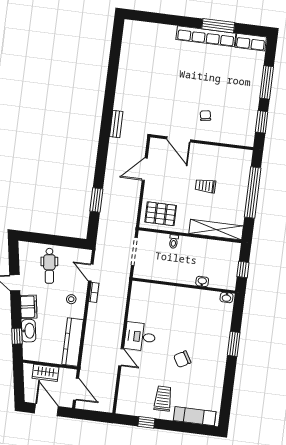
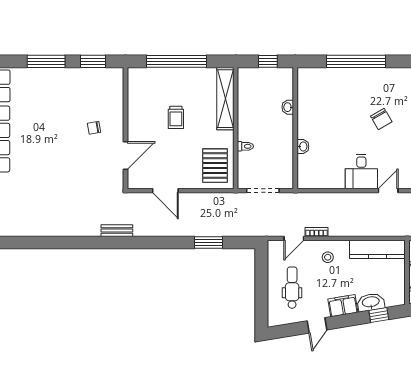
dental chair: (49, 266) -> (292, 288), turned -83
washbasin: (226, 297) -> (303, 146), moved
window: (234, 344) -> (356, 61), width x2.11

